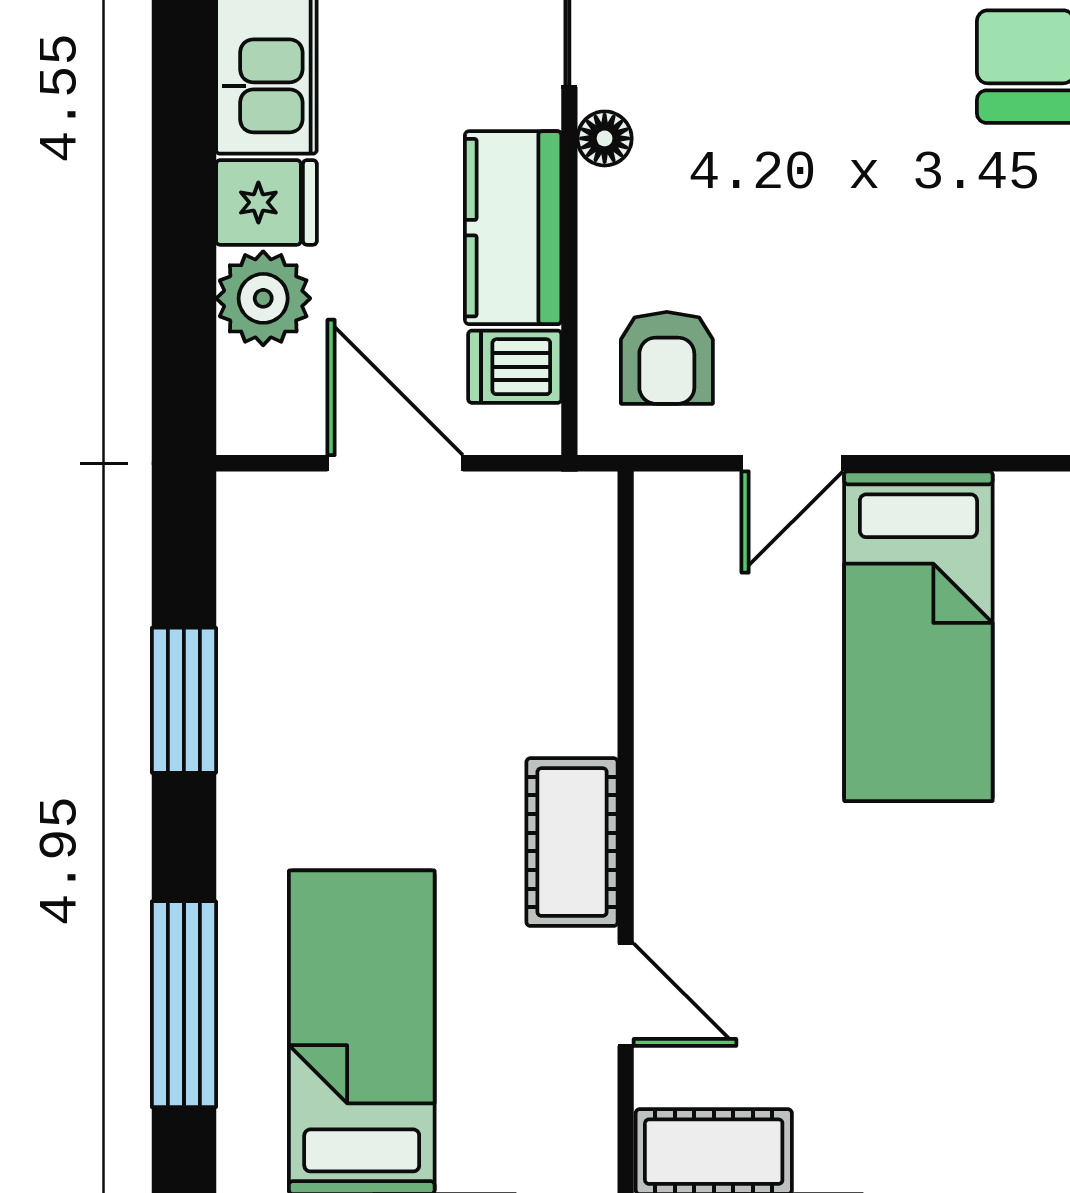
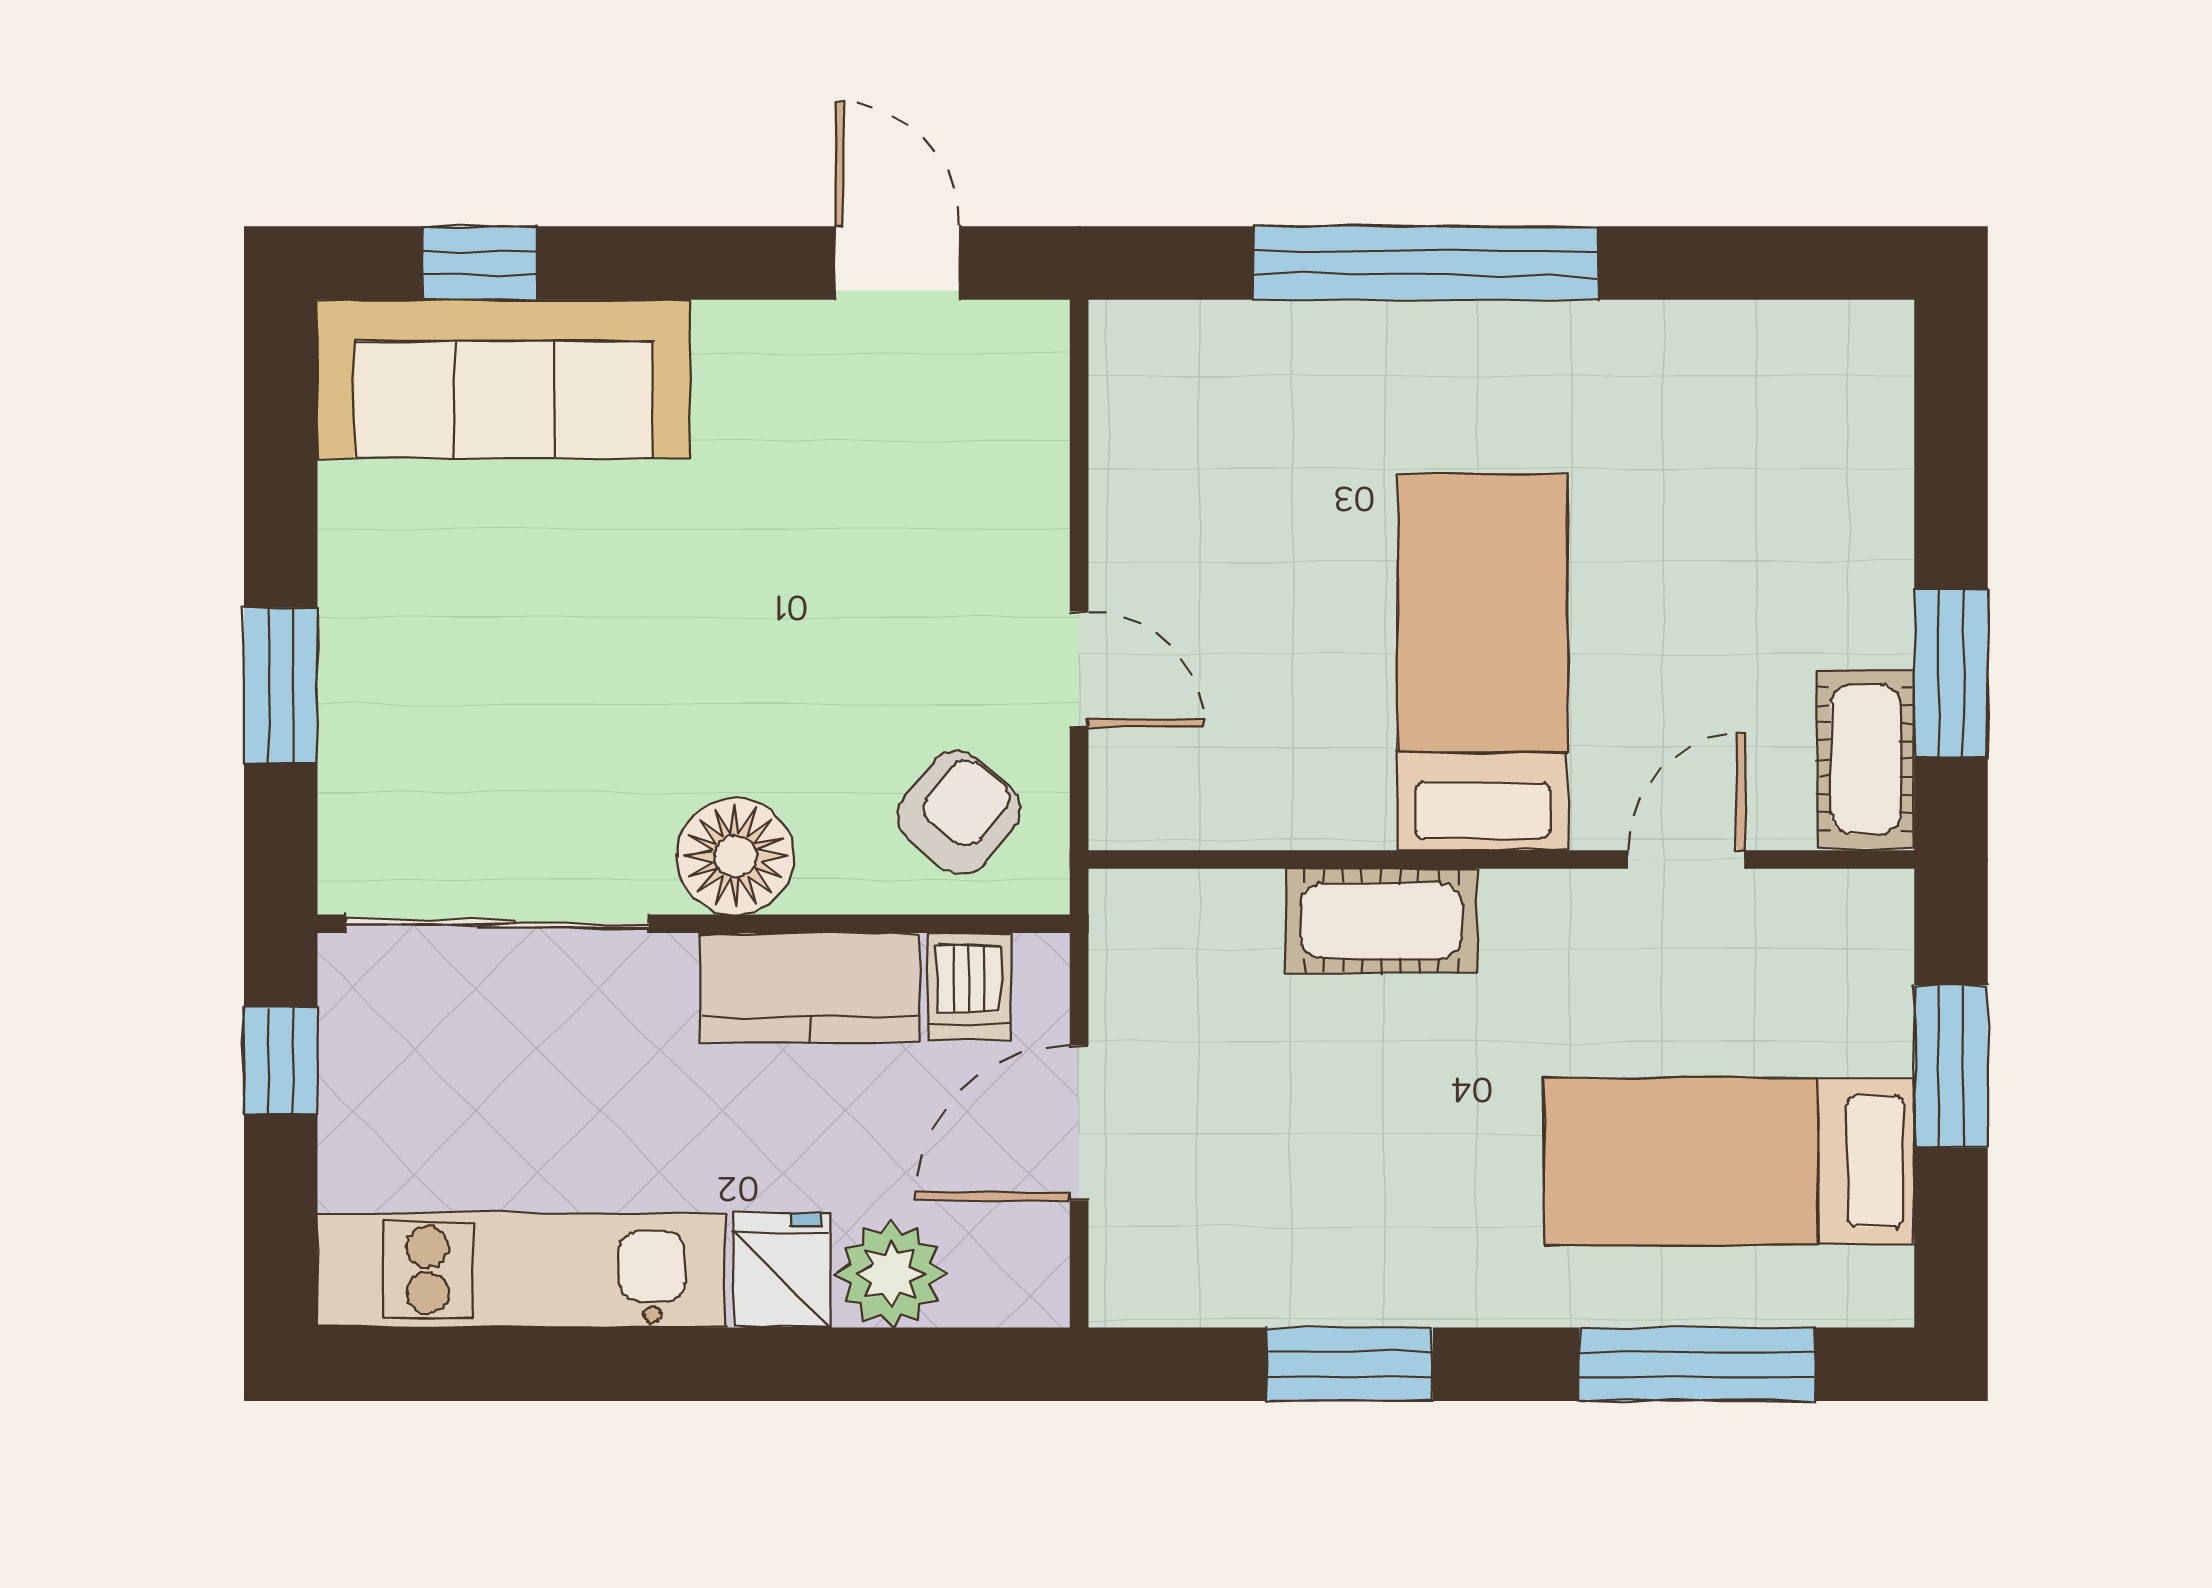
floor lamp: (605, 138) -> (735, 856), width x1.89, depth x1.89
armchair: (667, 358) -> (959, 812), turned -50
bed: (918, 636) -> (1482, 662), moved, turned -90
cot: (572, 842) -> (1381, 921), moved

